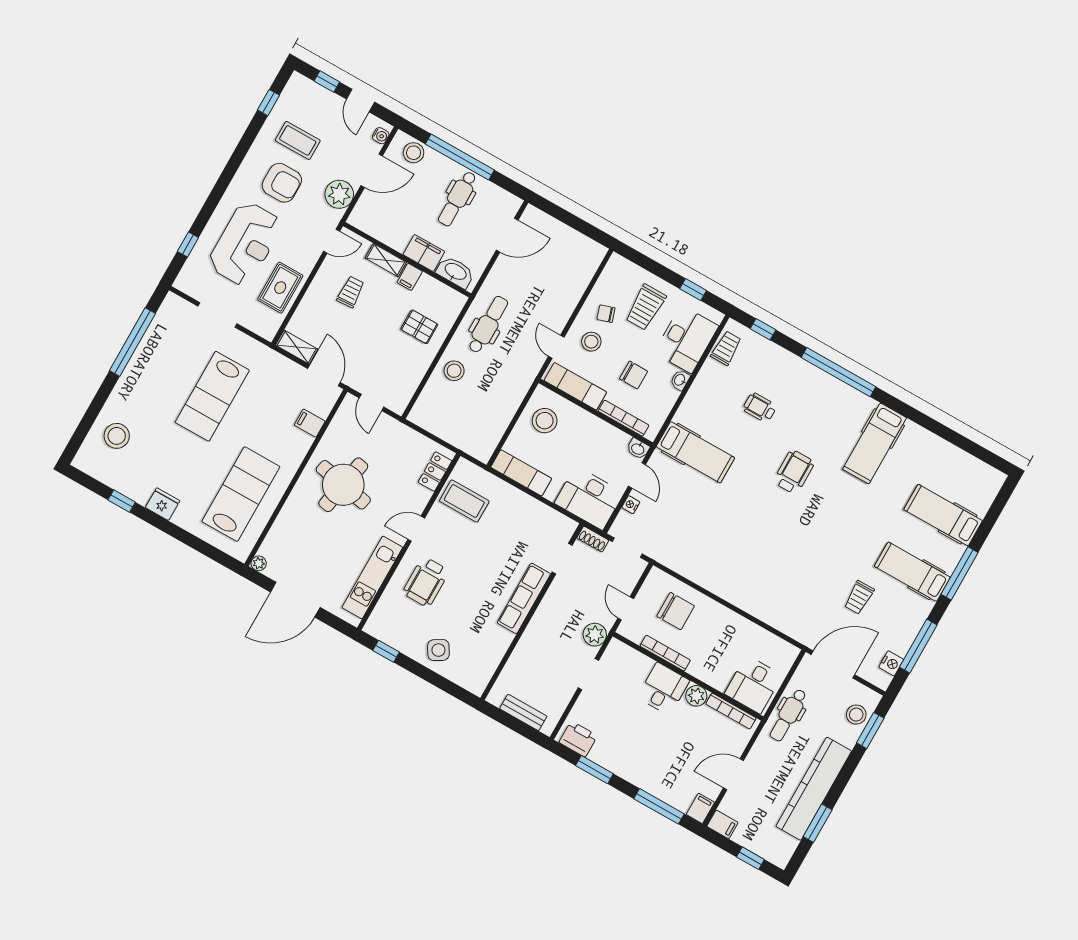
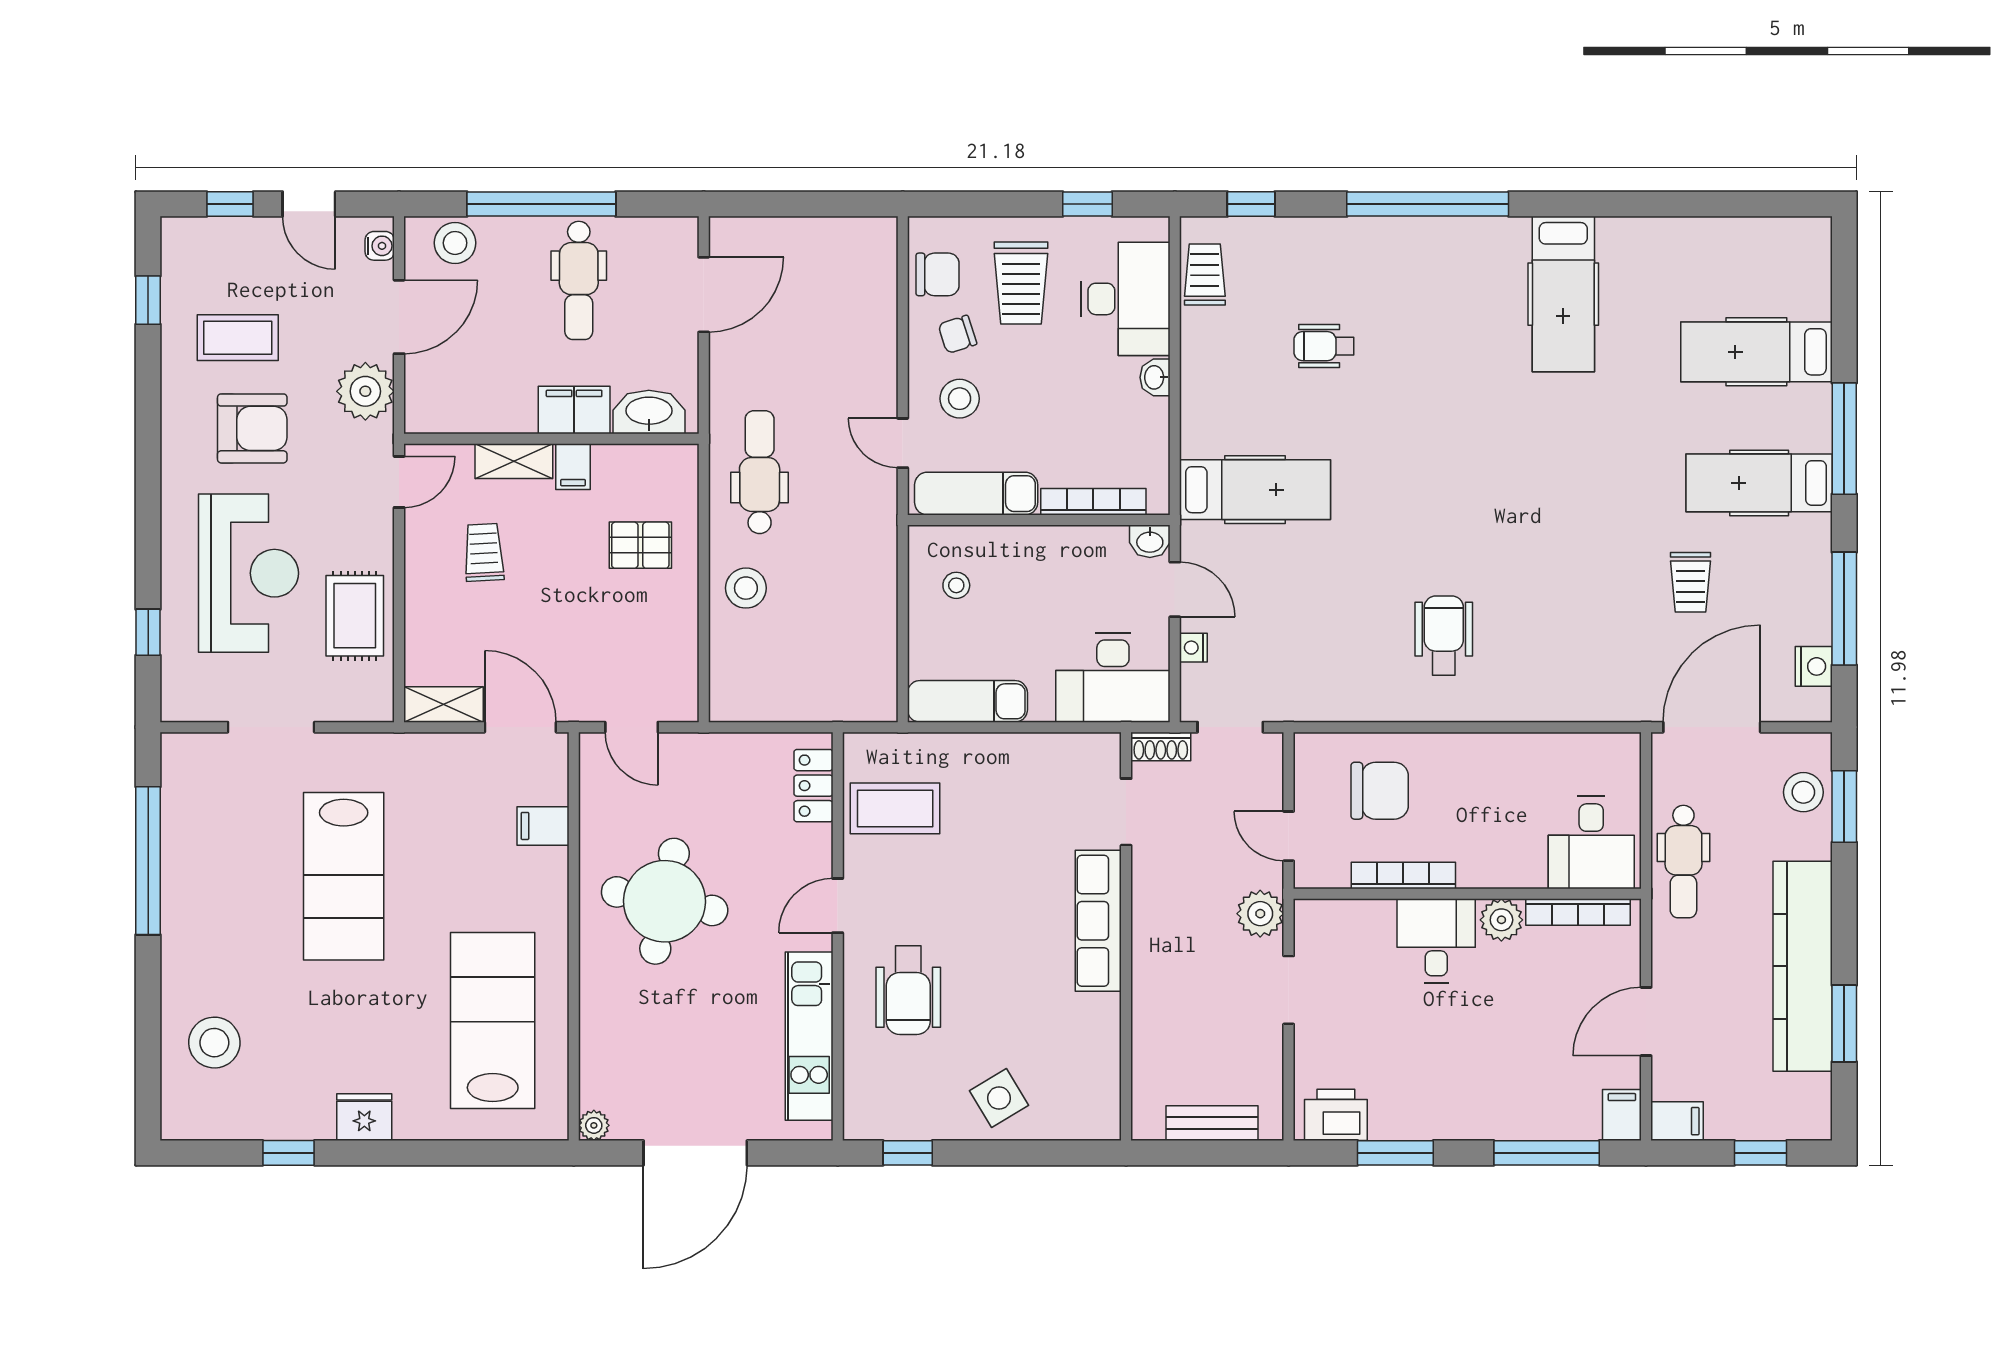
chair: (633, 375) -> (938, 274), moved
stool: (545, 421) -> (956, 585), width x0.53, depth x0.53
wheelchair: (794, 472) -> (1444, 635), moved

